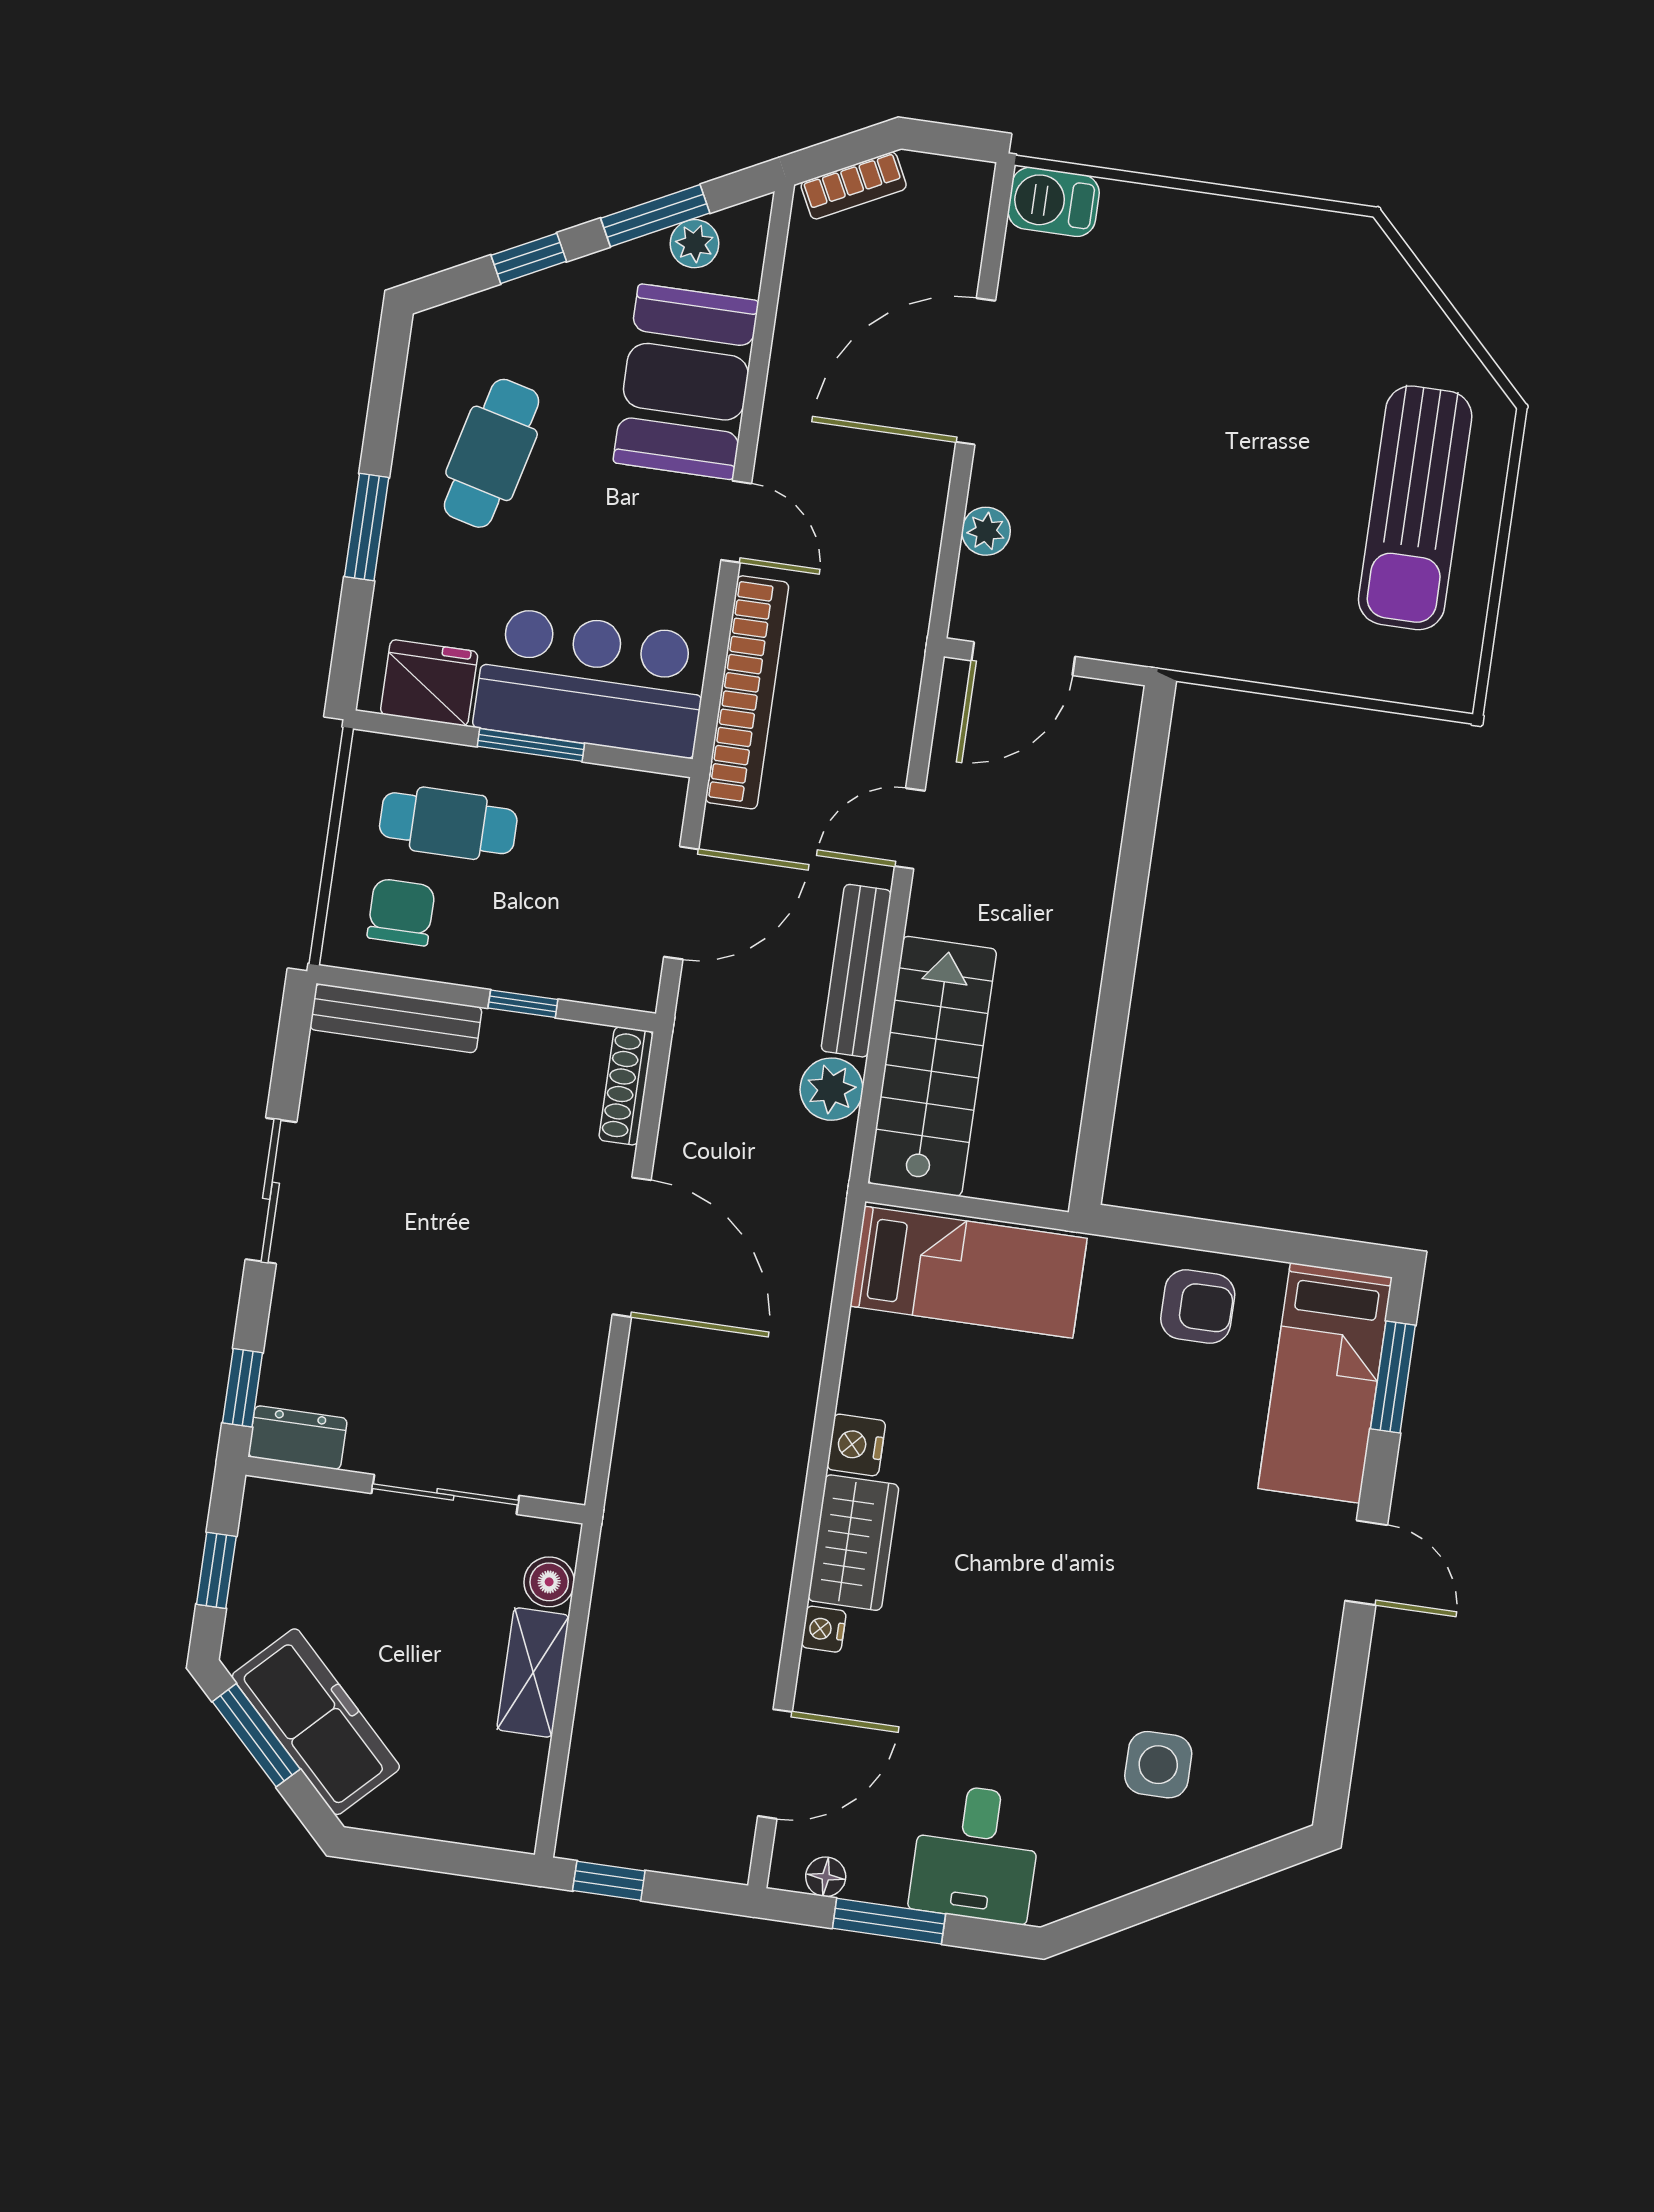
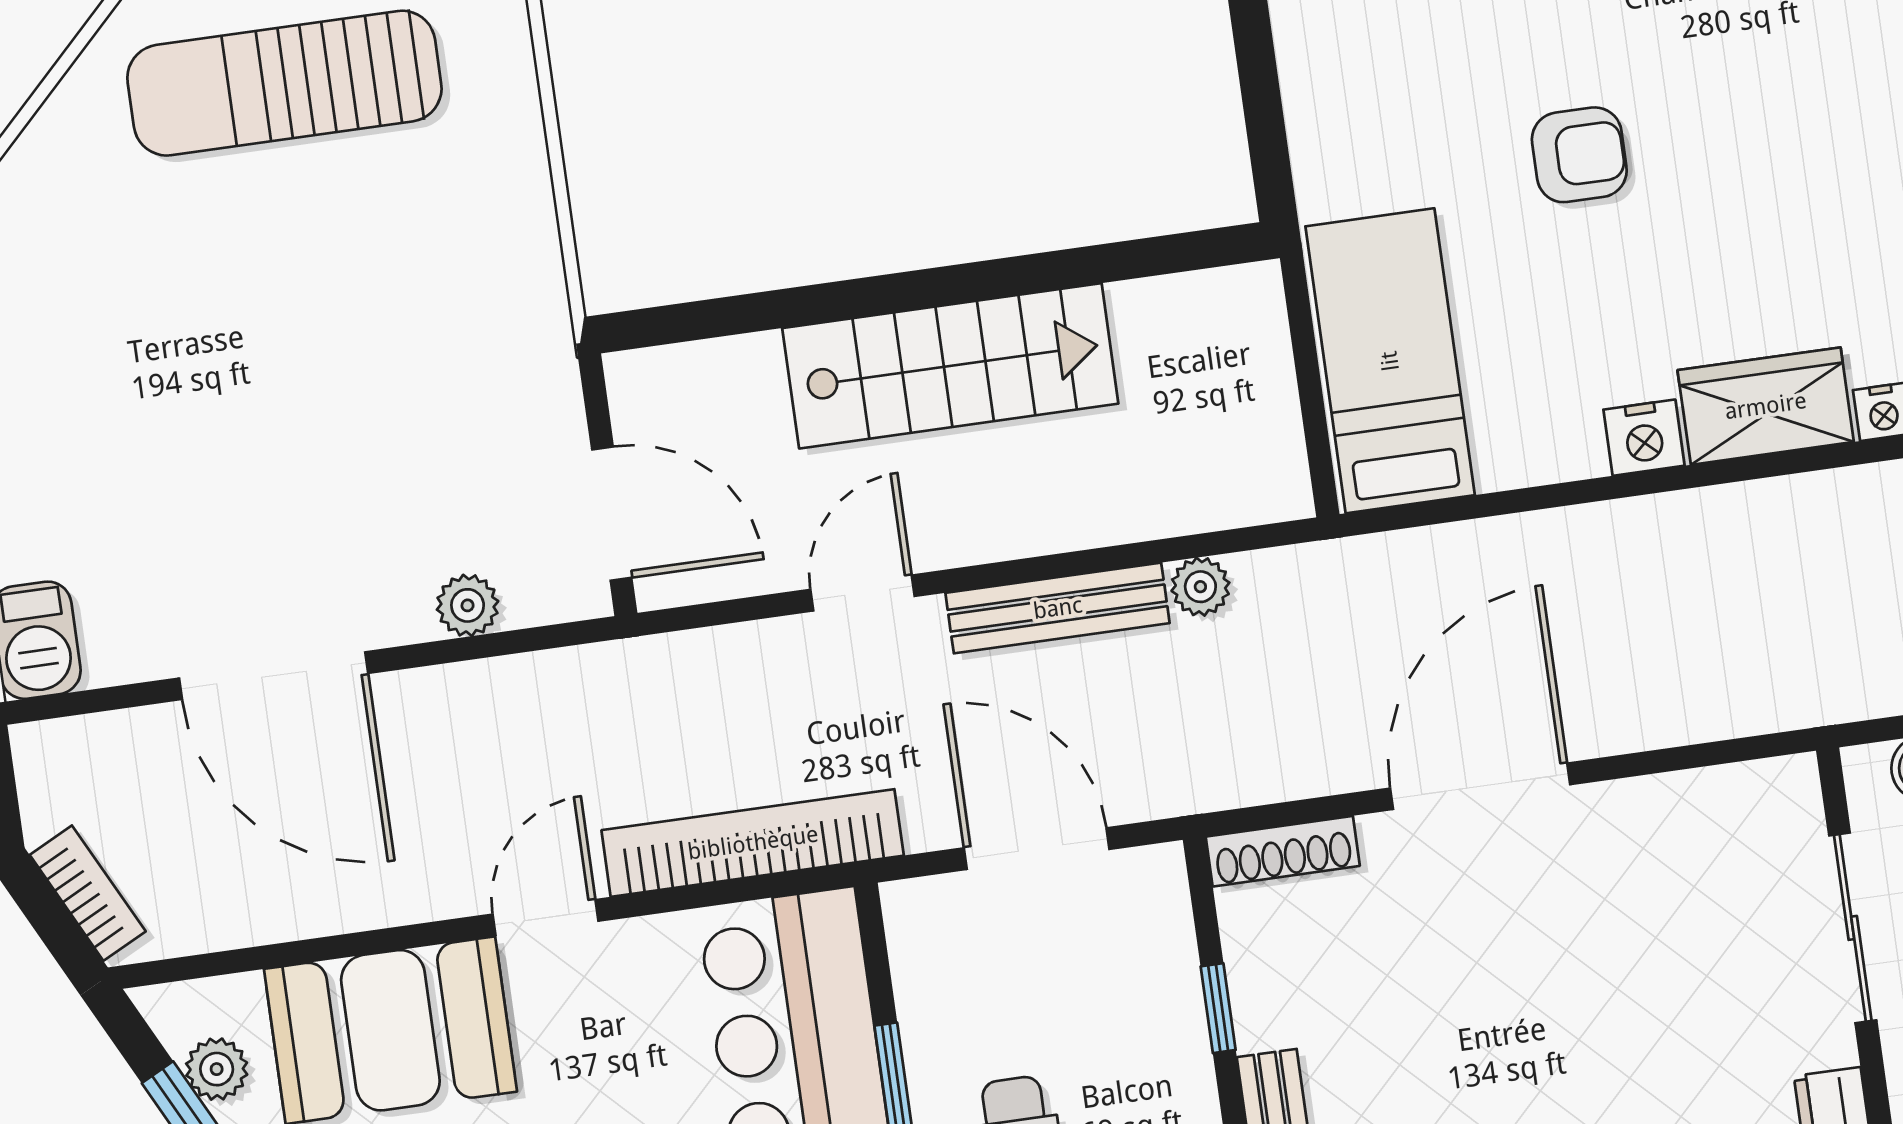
sun lounger: (1415, 508) -> (284, 83), turned 180
door: (910, 829) -> (863, 593), swing flipped
stairs: (932, 1066) -> (950, 366), moved, turned 180
plant: (831, 1089) -> (1200, 587), width x0.73, depth x0.73
armchair: (1198, 1307) -> (1579, 155), moved, turned 90

